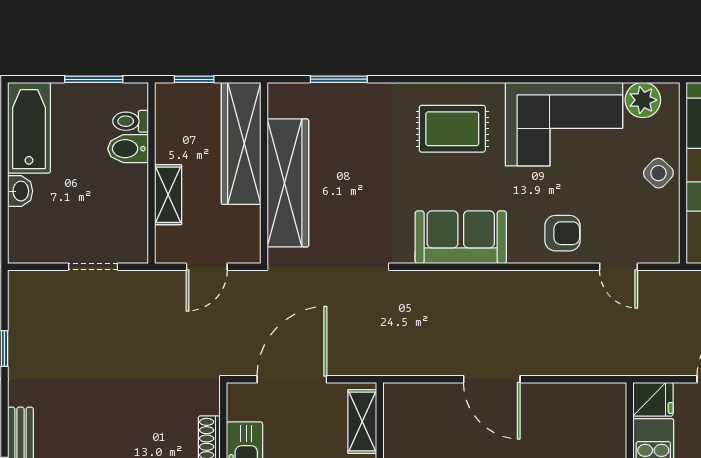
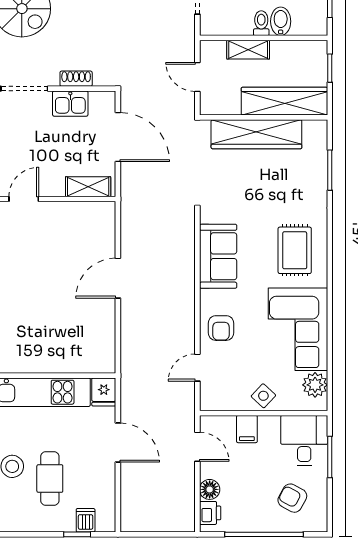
toilet: (131, 121) -> (261, 23), moved

